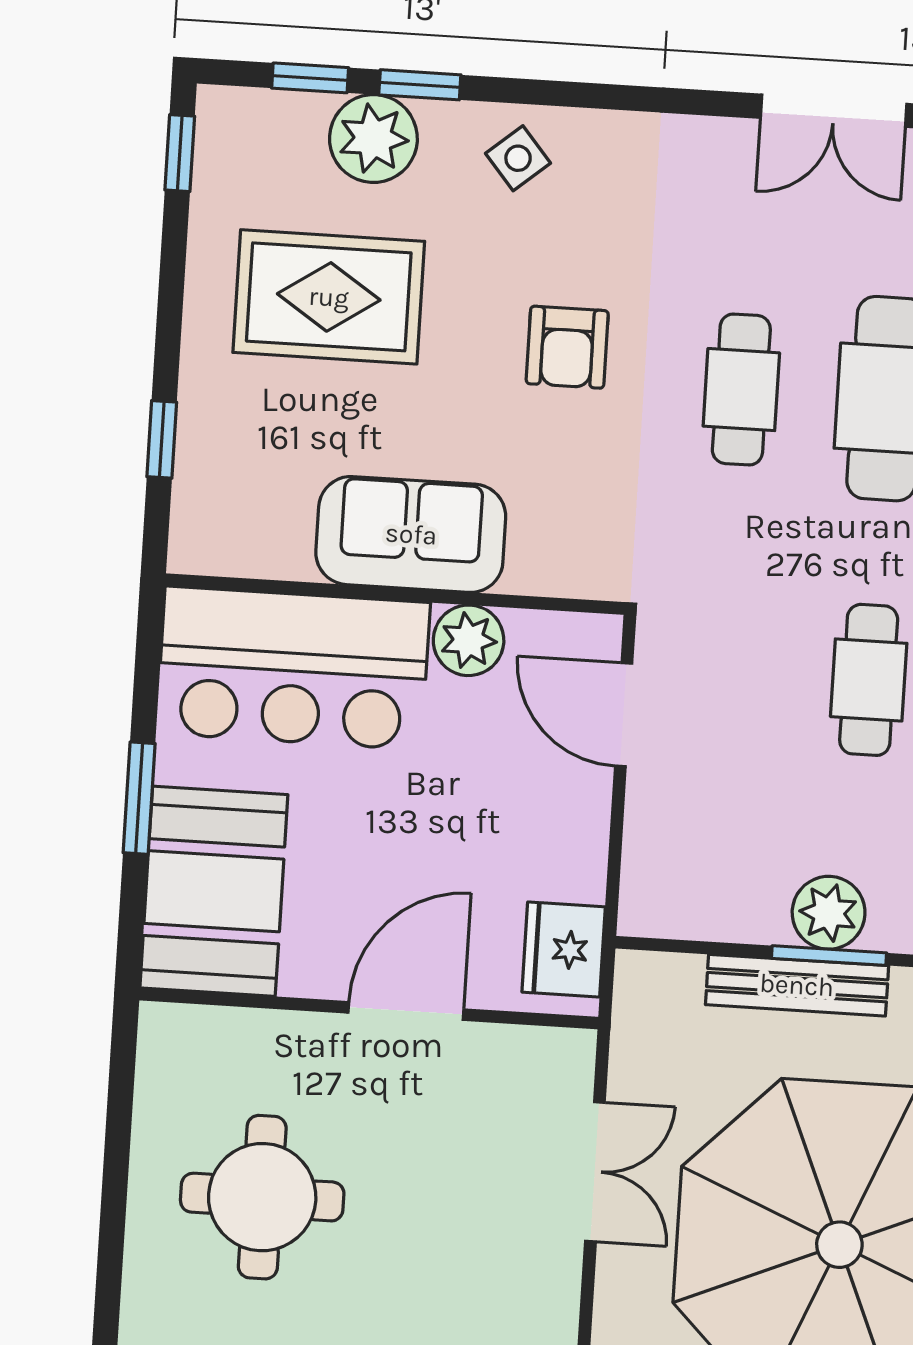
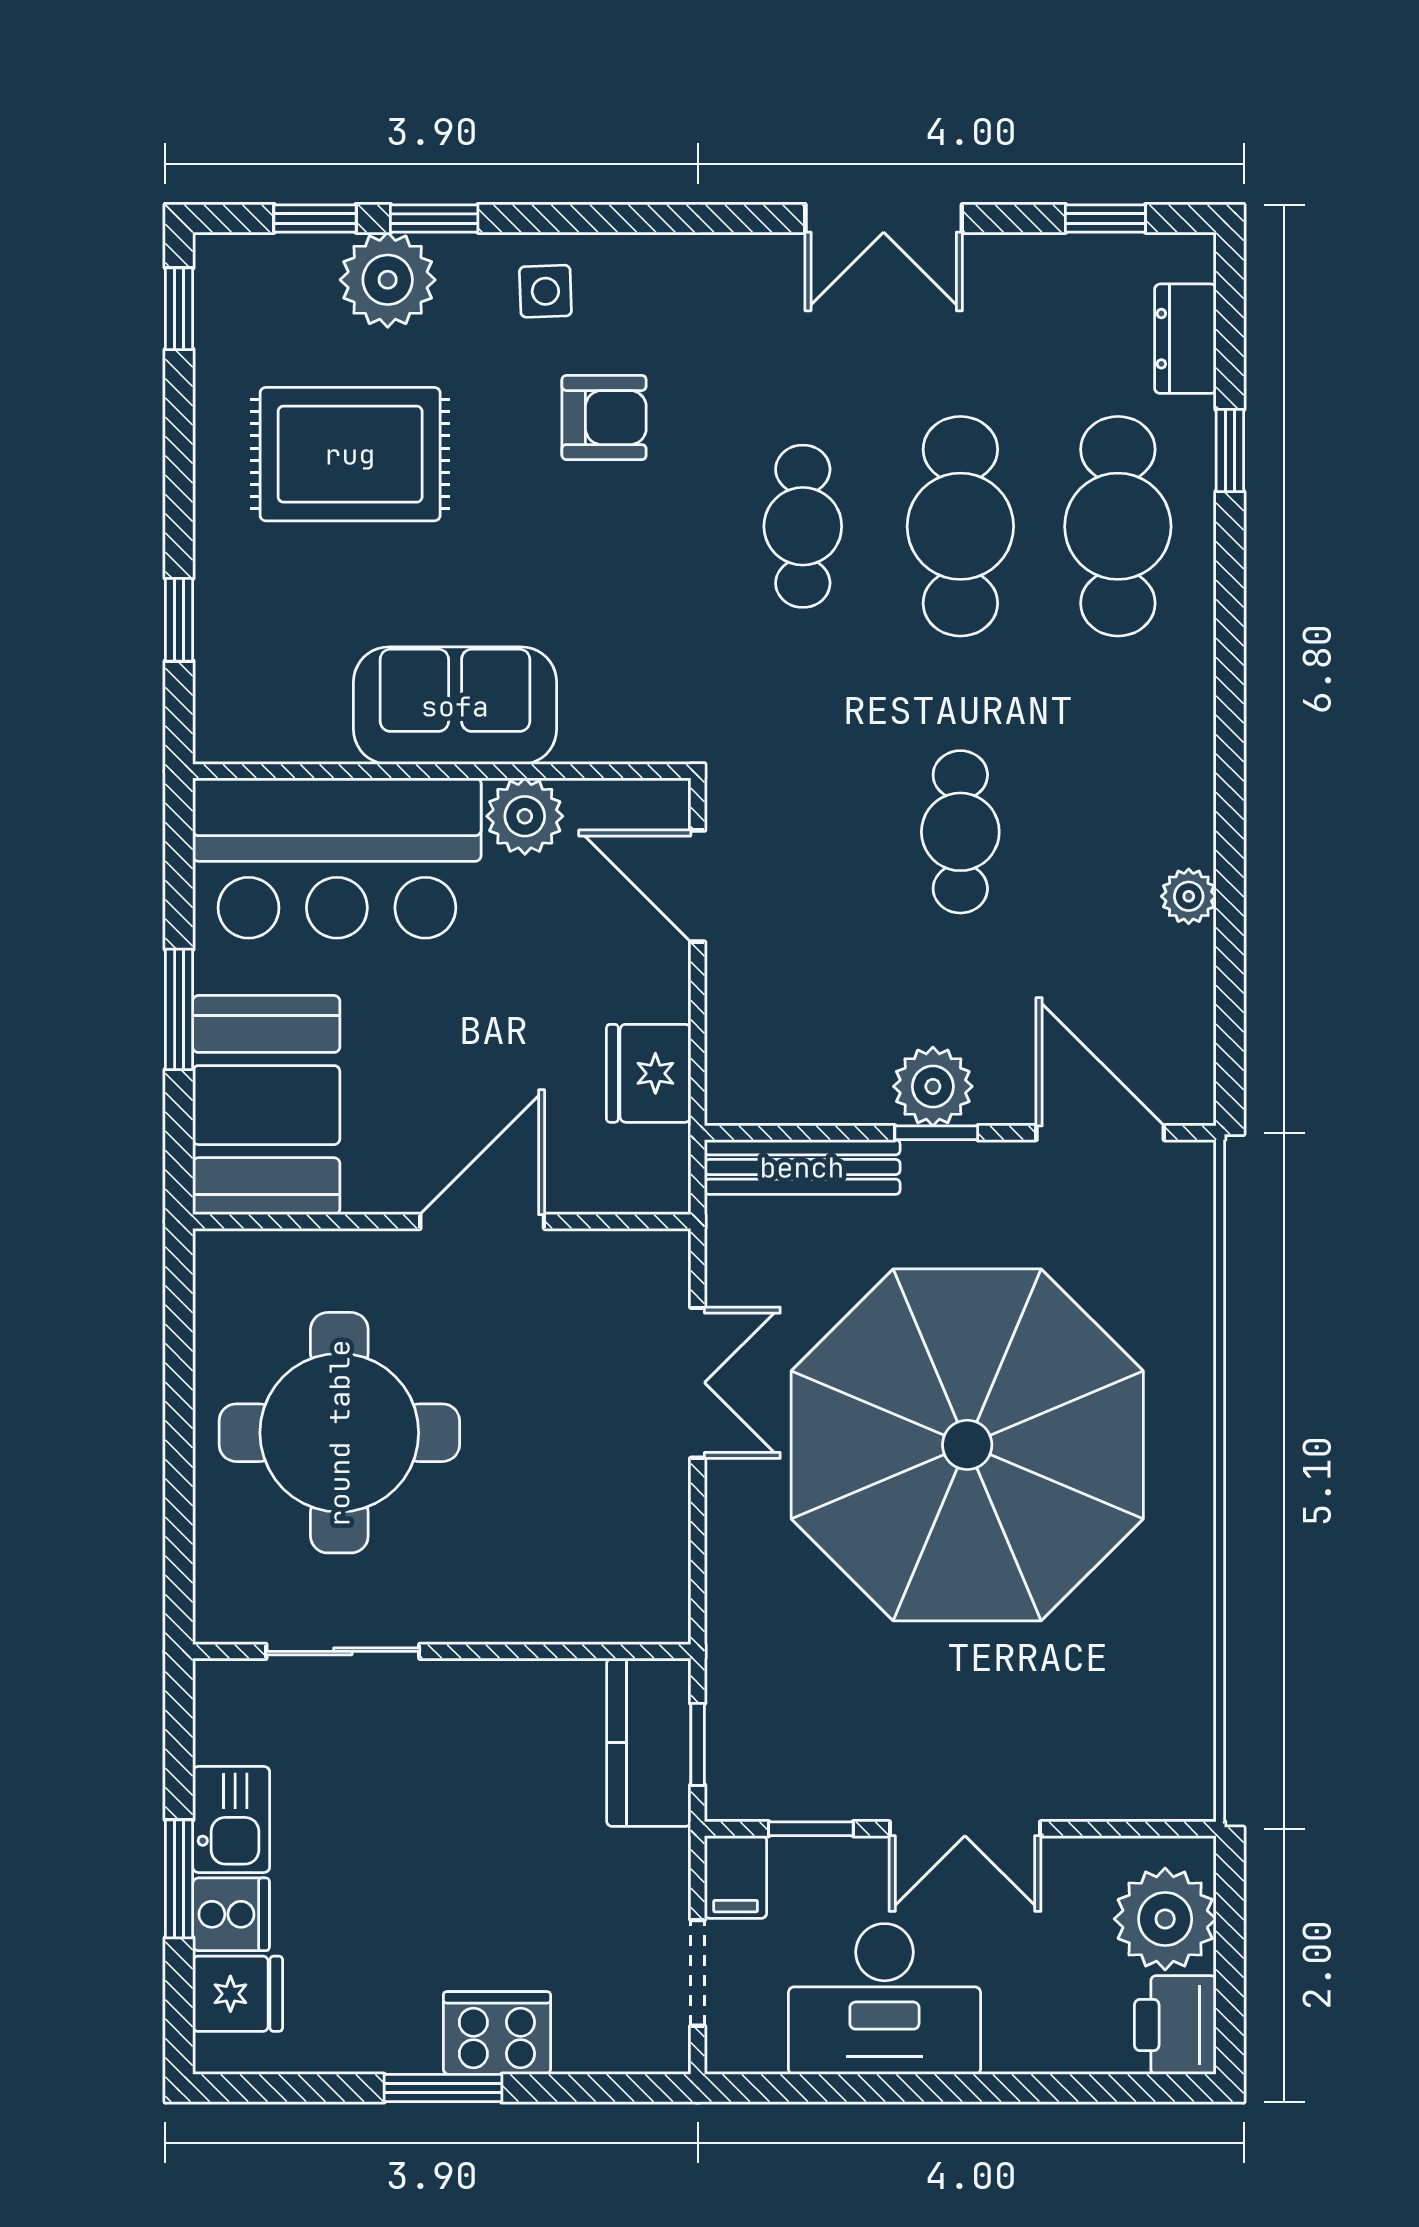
side table: (518, 158) -> (545, 291), turned 38
armchair: (567, 347) -> (604, 418), moved, turned -90
fridge: (564, 949) -> (649, 1073), moved
window: (829, 956) -> (936, 1133), width x0.67
bench: (797, 985) -> (802, 1167), moved
round table: (262, 1197) -> (339, 1433), width x1.36, depth x1.36

